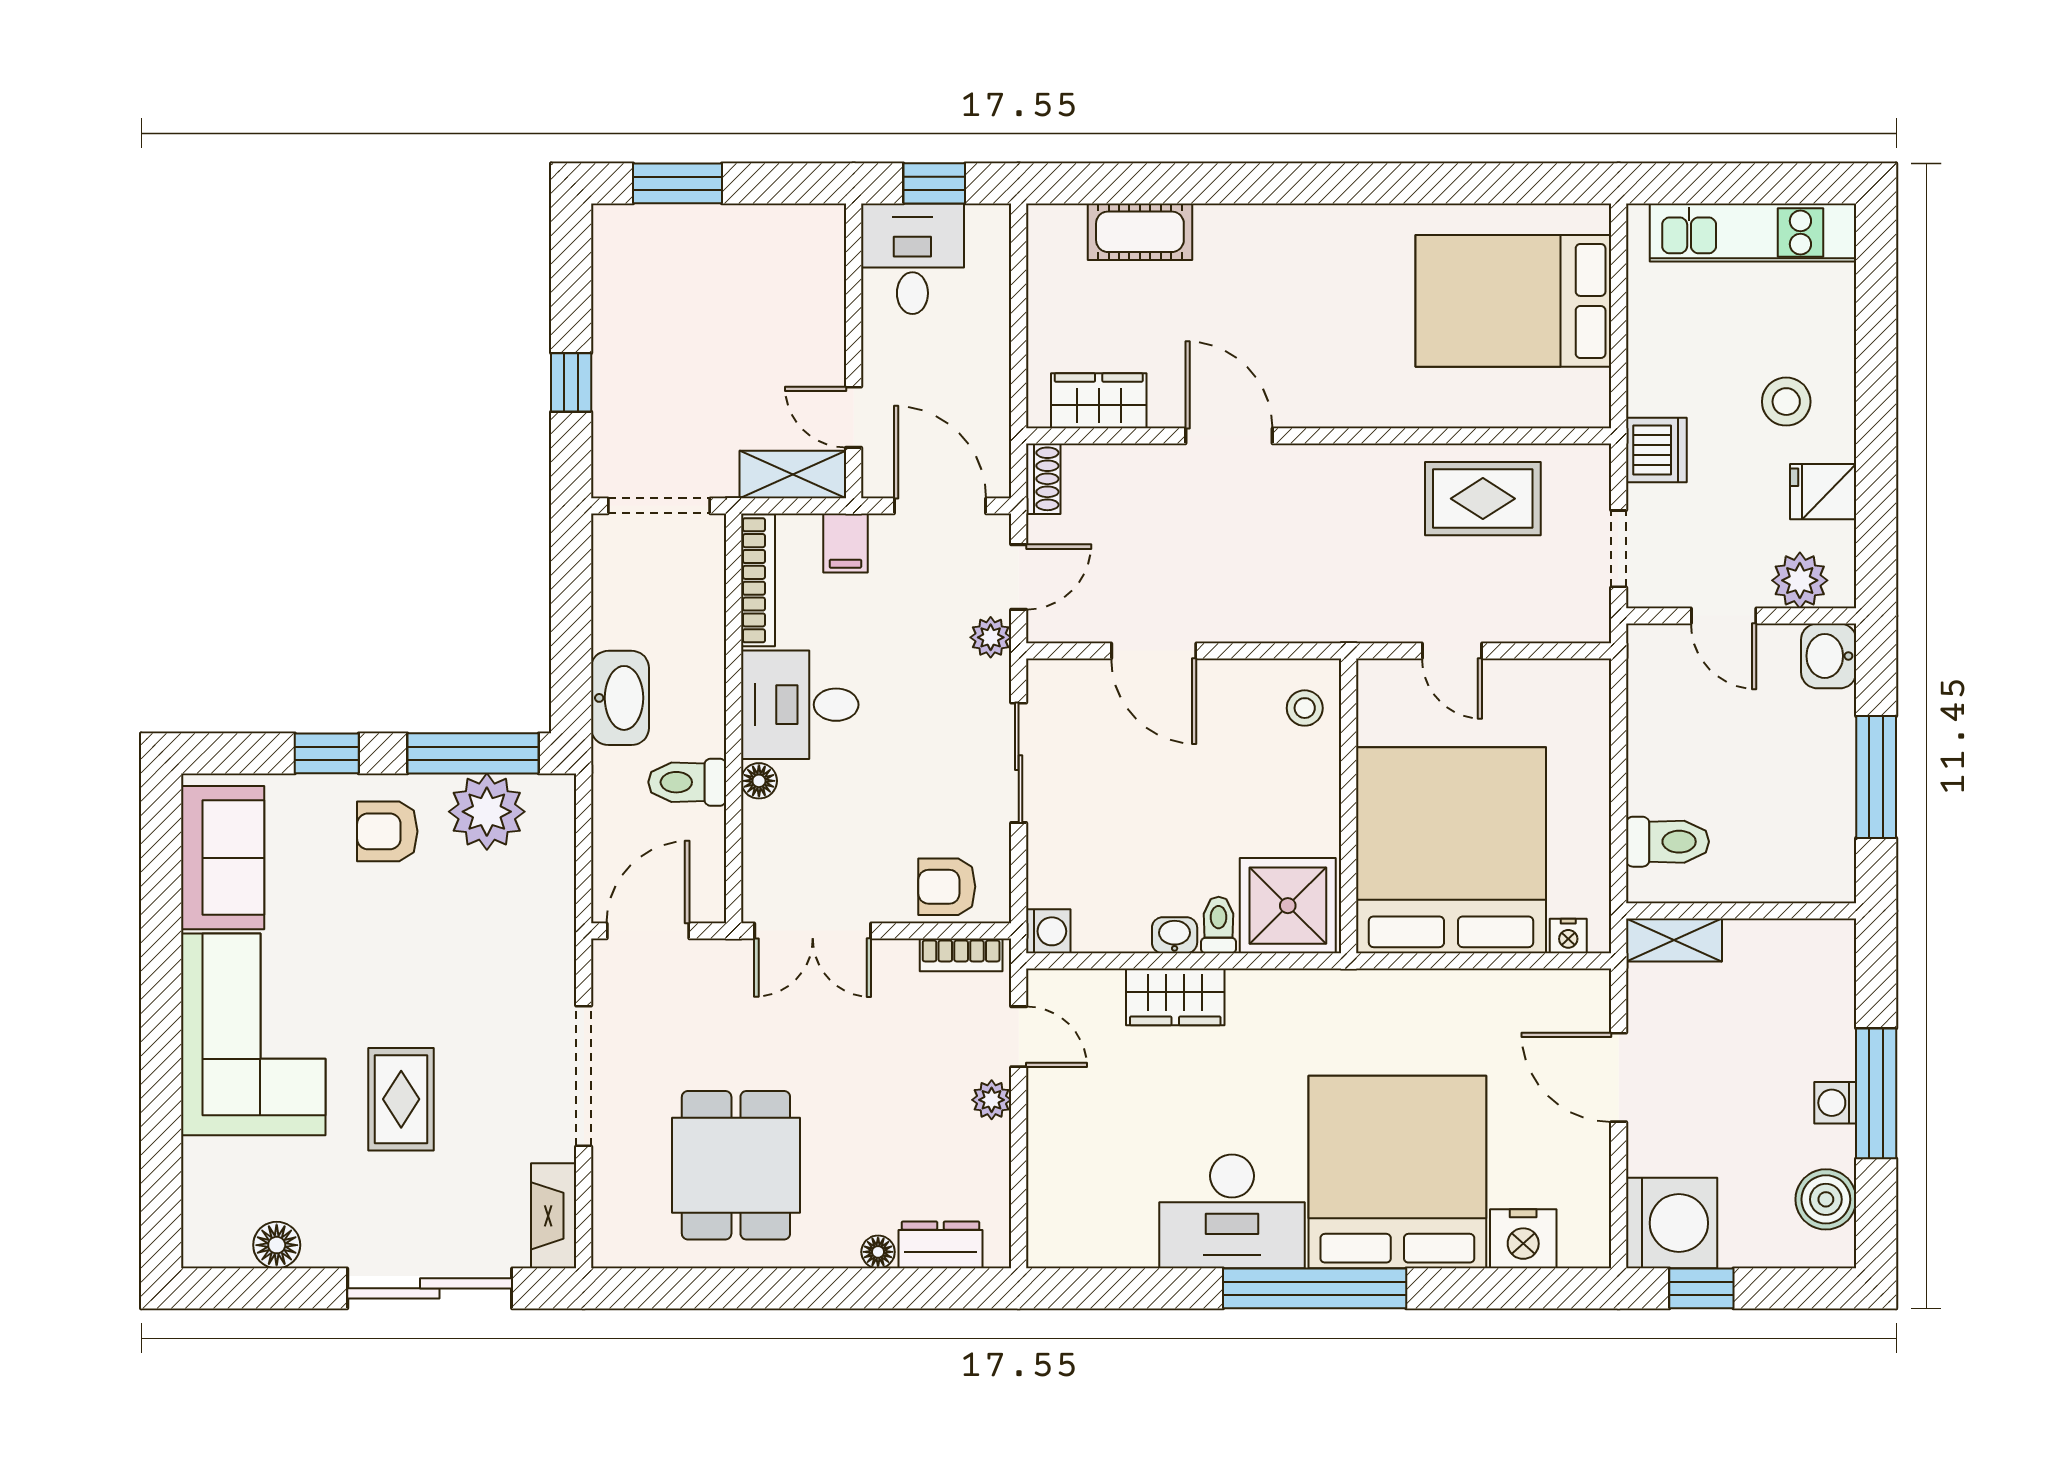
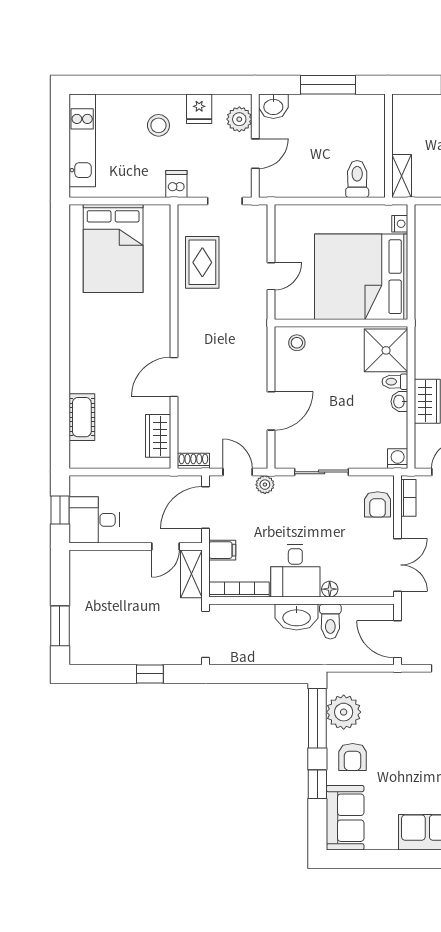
dishwasher: (1656, 450) -> (176, 184), width x0.73
washbasin: (620, 698) -> (297, 617), moved, turned 180
sofa: (223, 858) -> (345, 818), moved, turned 90

